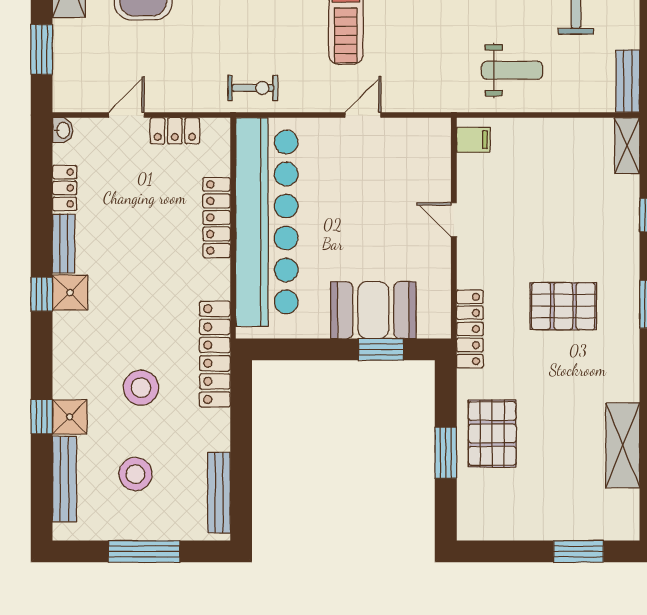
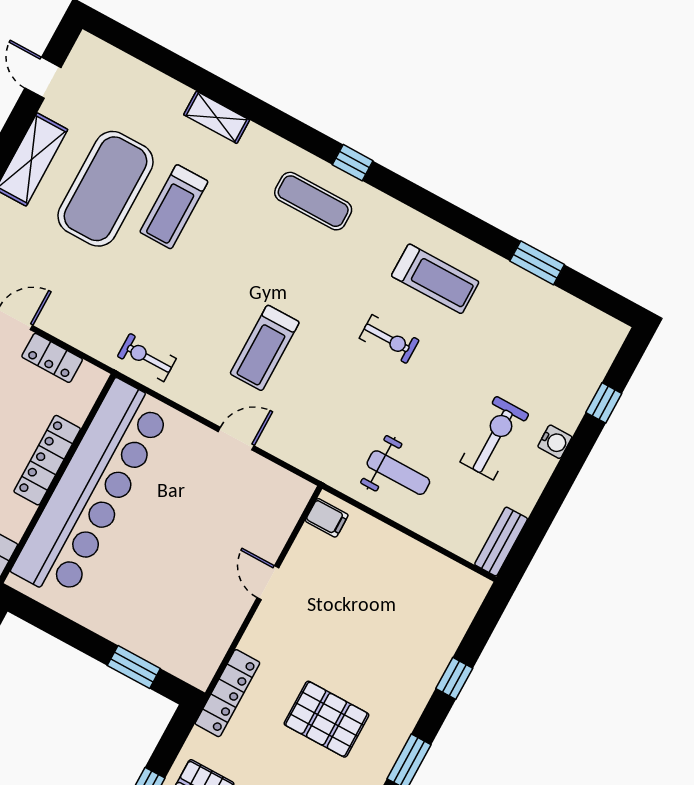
exercise bike: (253, 88) -> (147, 357), turned 180
shelving: (627, 146) -> (468, 601), removed
booth: (373, 310) -> (147, 626), removed

